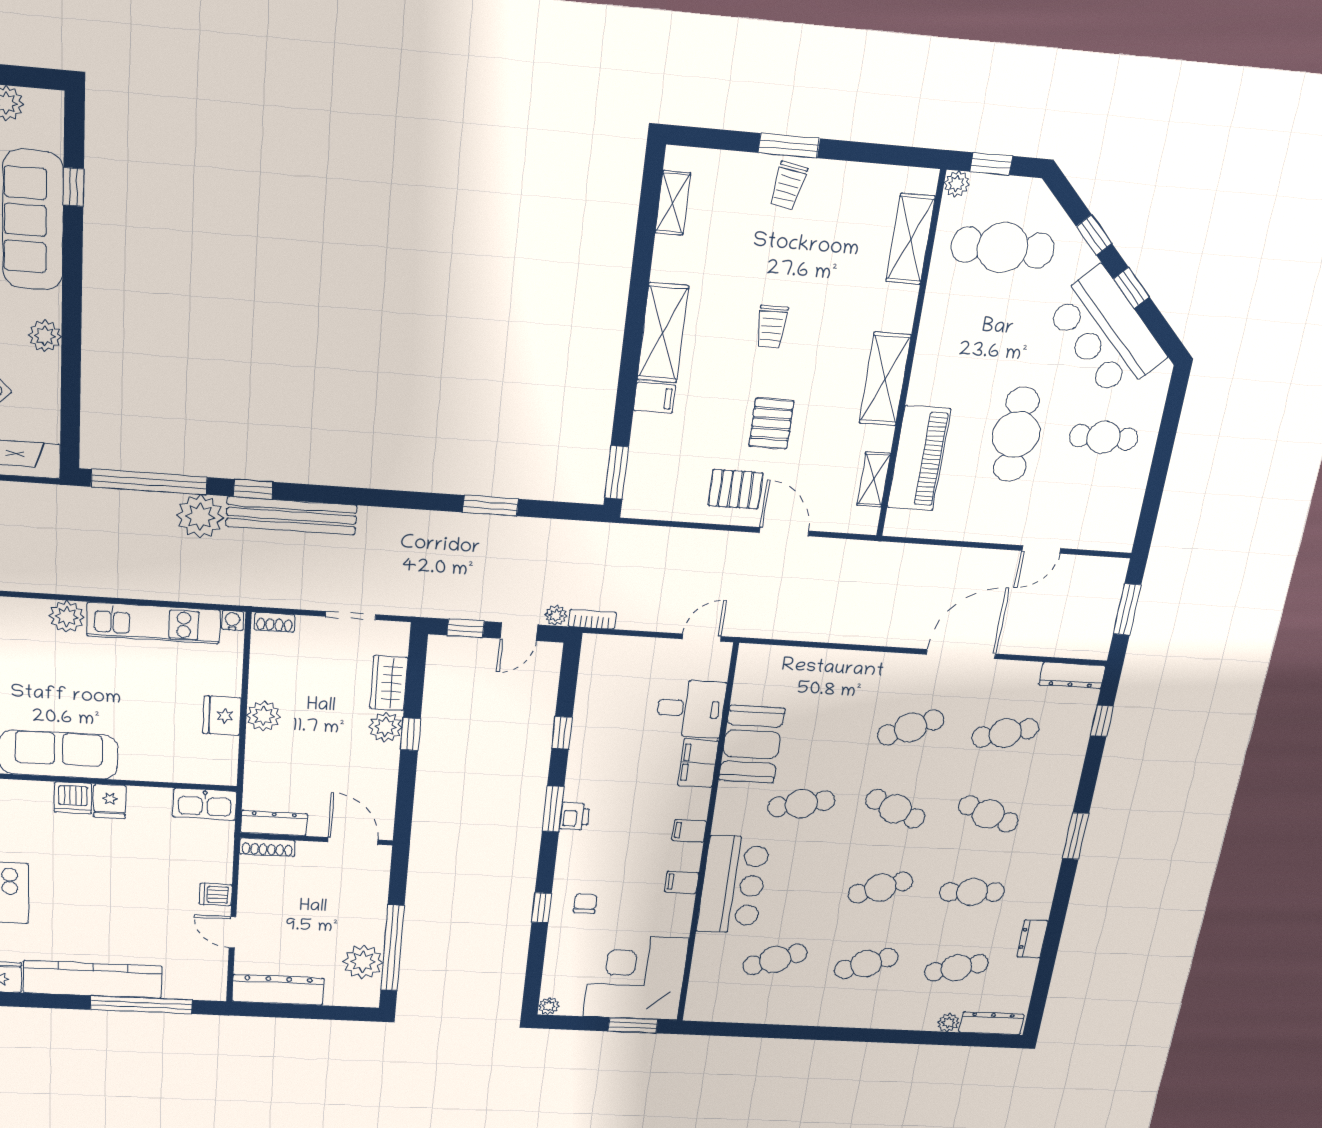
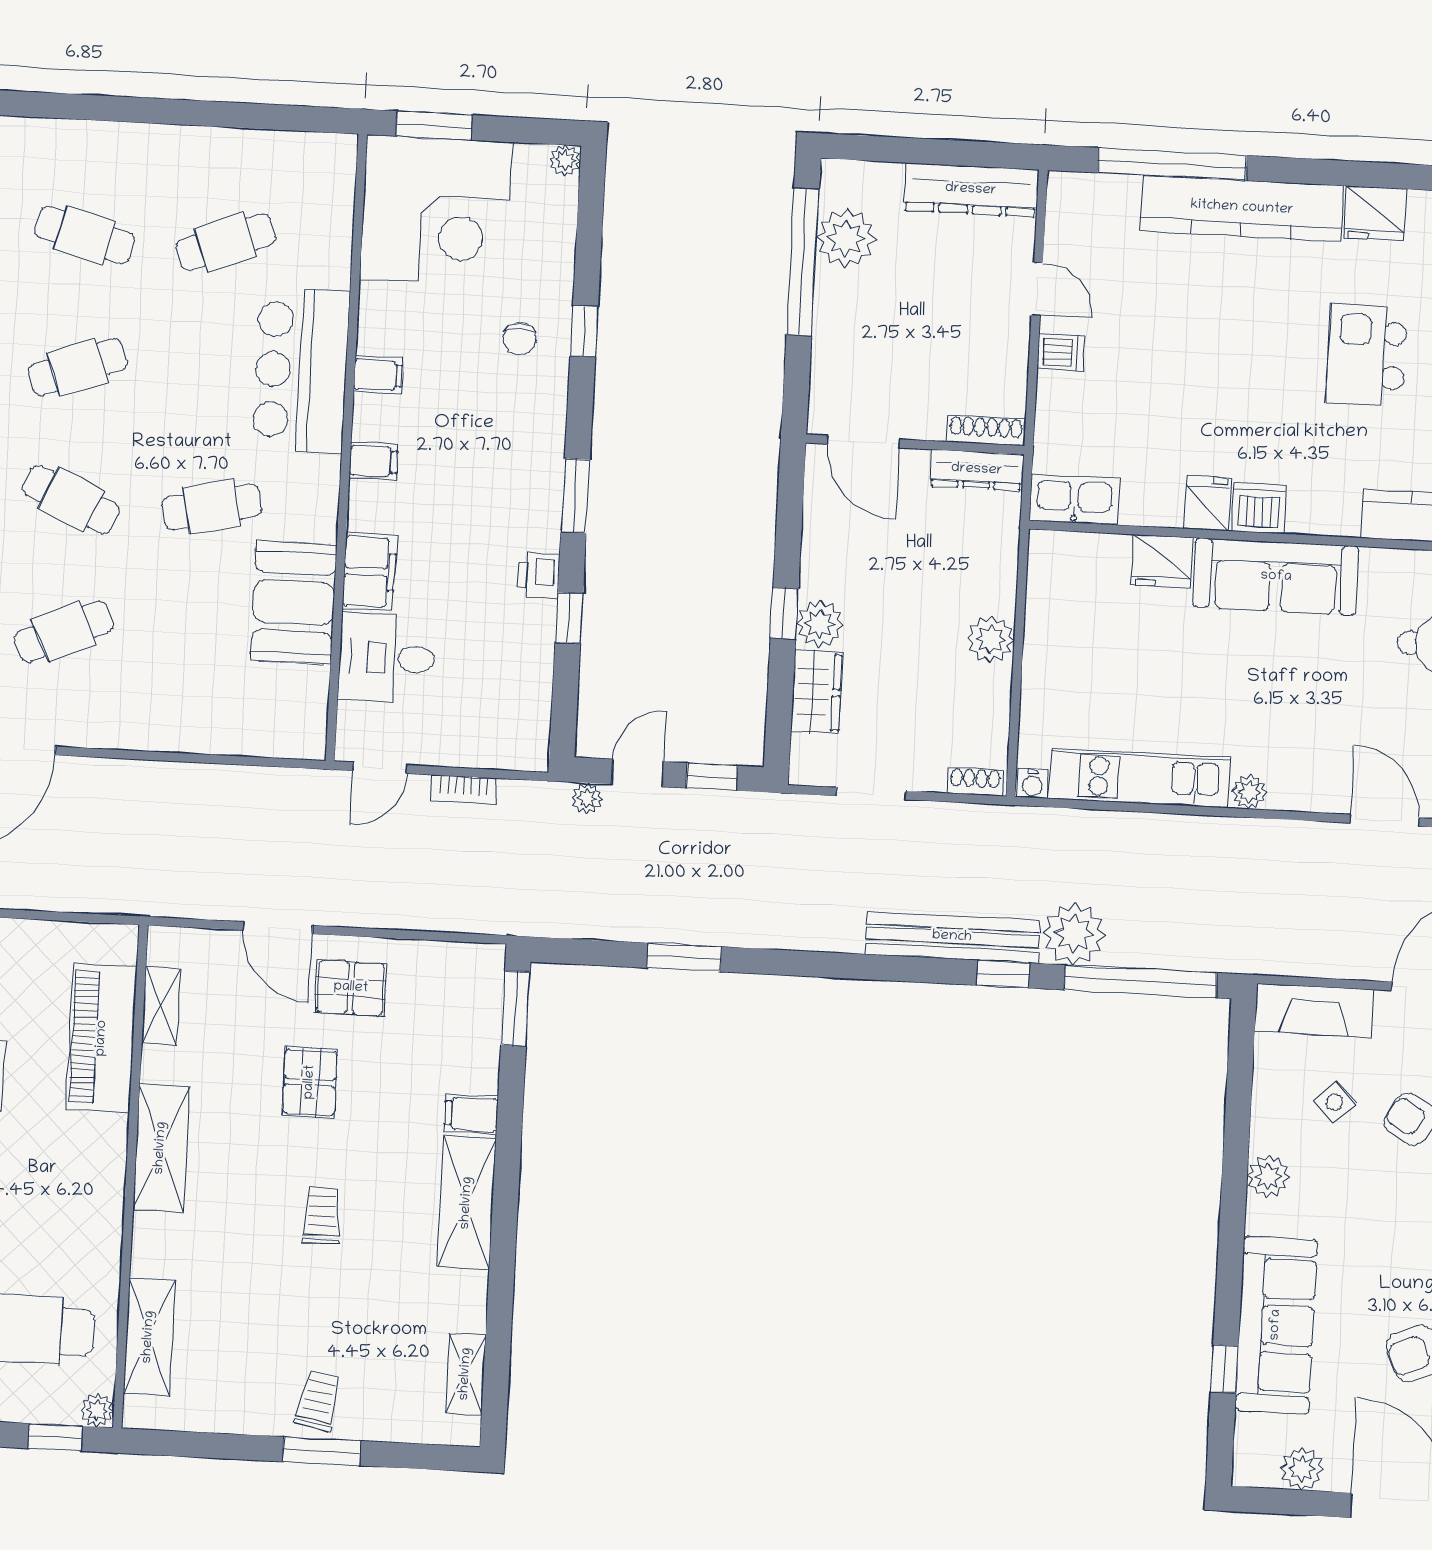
plant: (67, 617) -> (1249, 792), width x0.73, depth x0.73
bookcase: (592, 619) -> (464, 789), moved
fridge: (222, 716) -> (1162, 561), moved, turned 90
printer: (575, 816) -> (539, 576), moved
cafe table: (866, 964) -> (85, 235), turned 36

